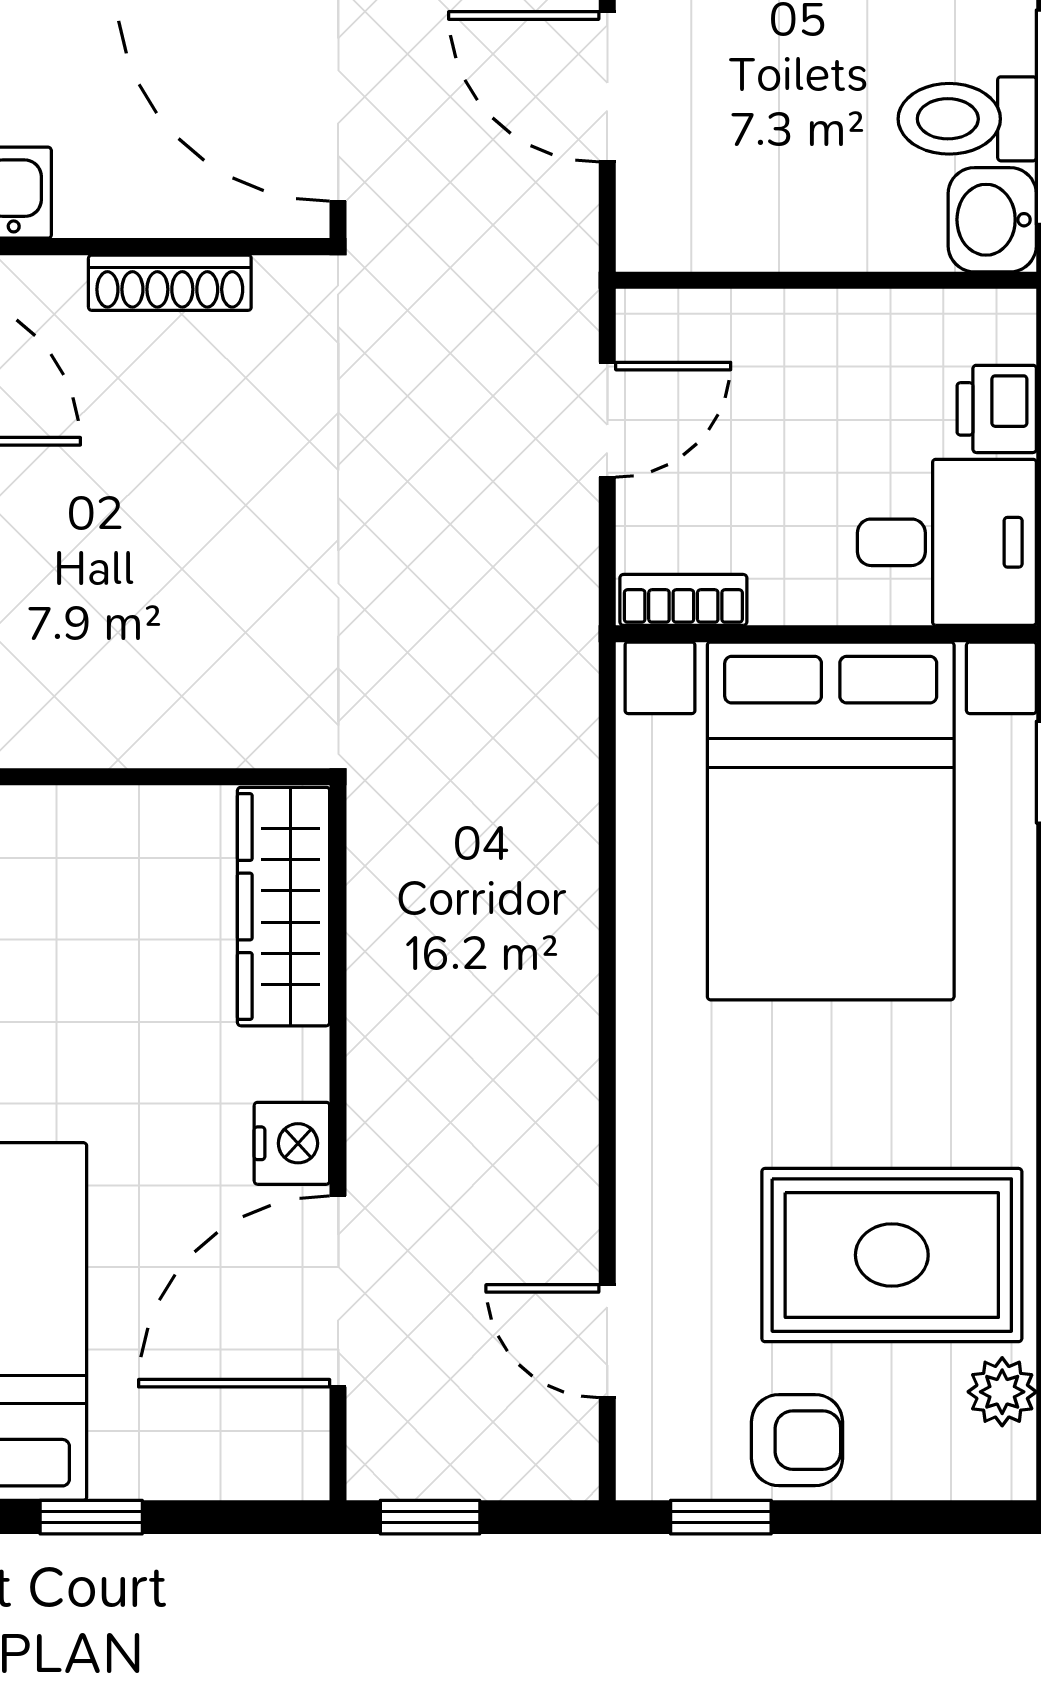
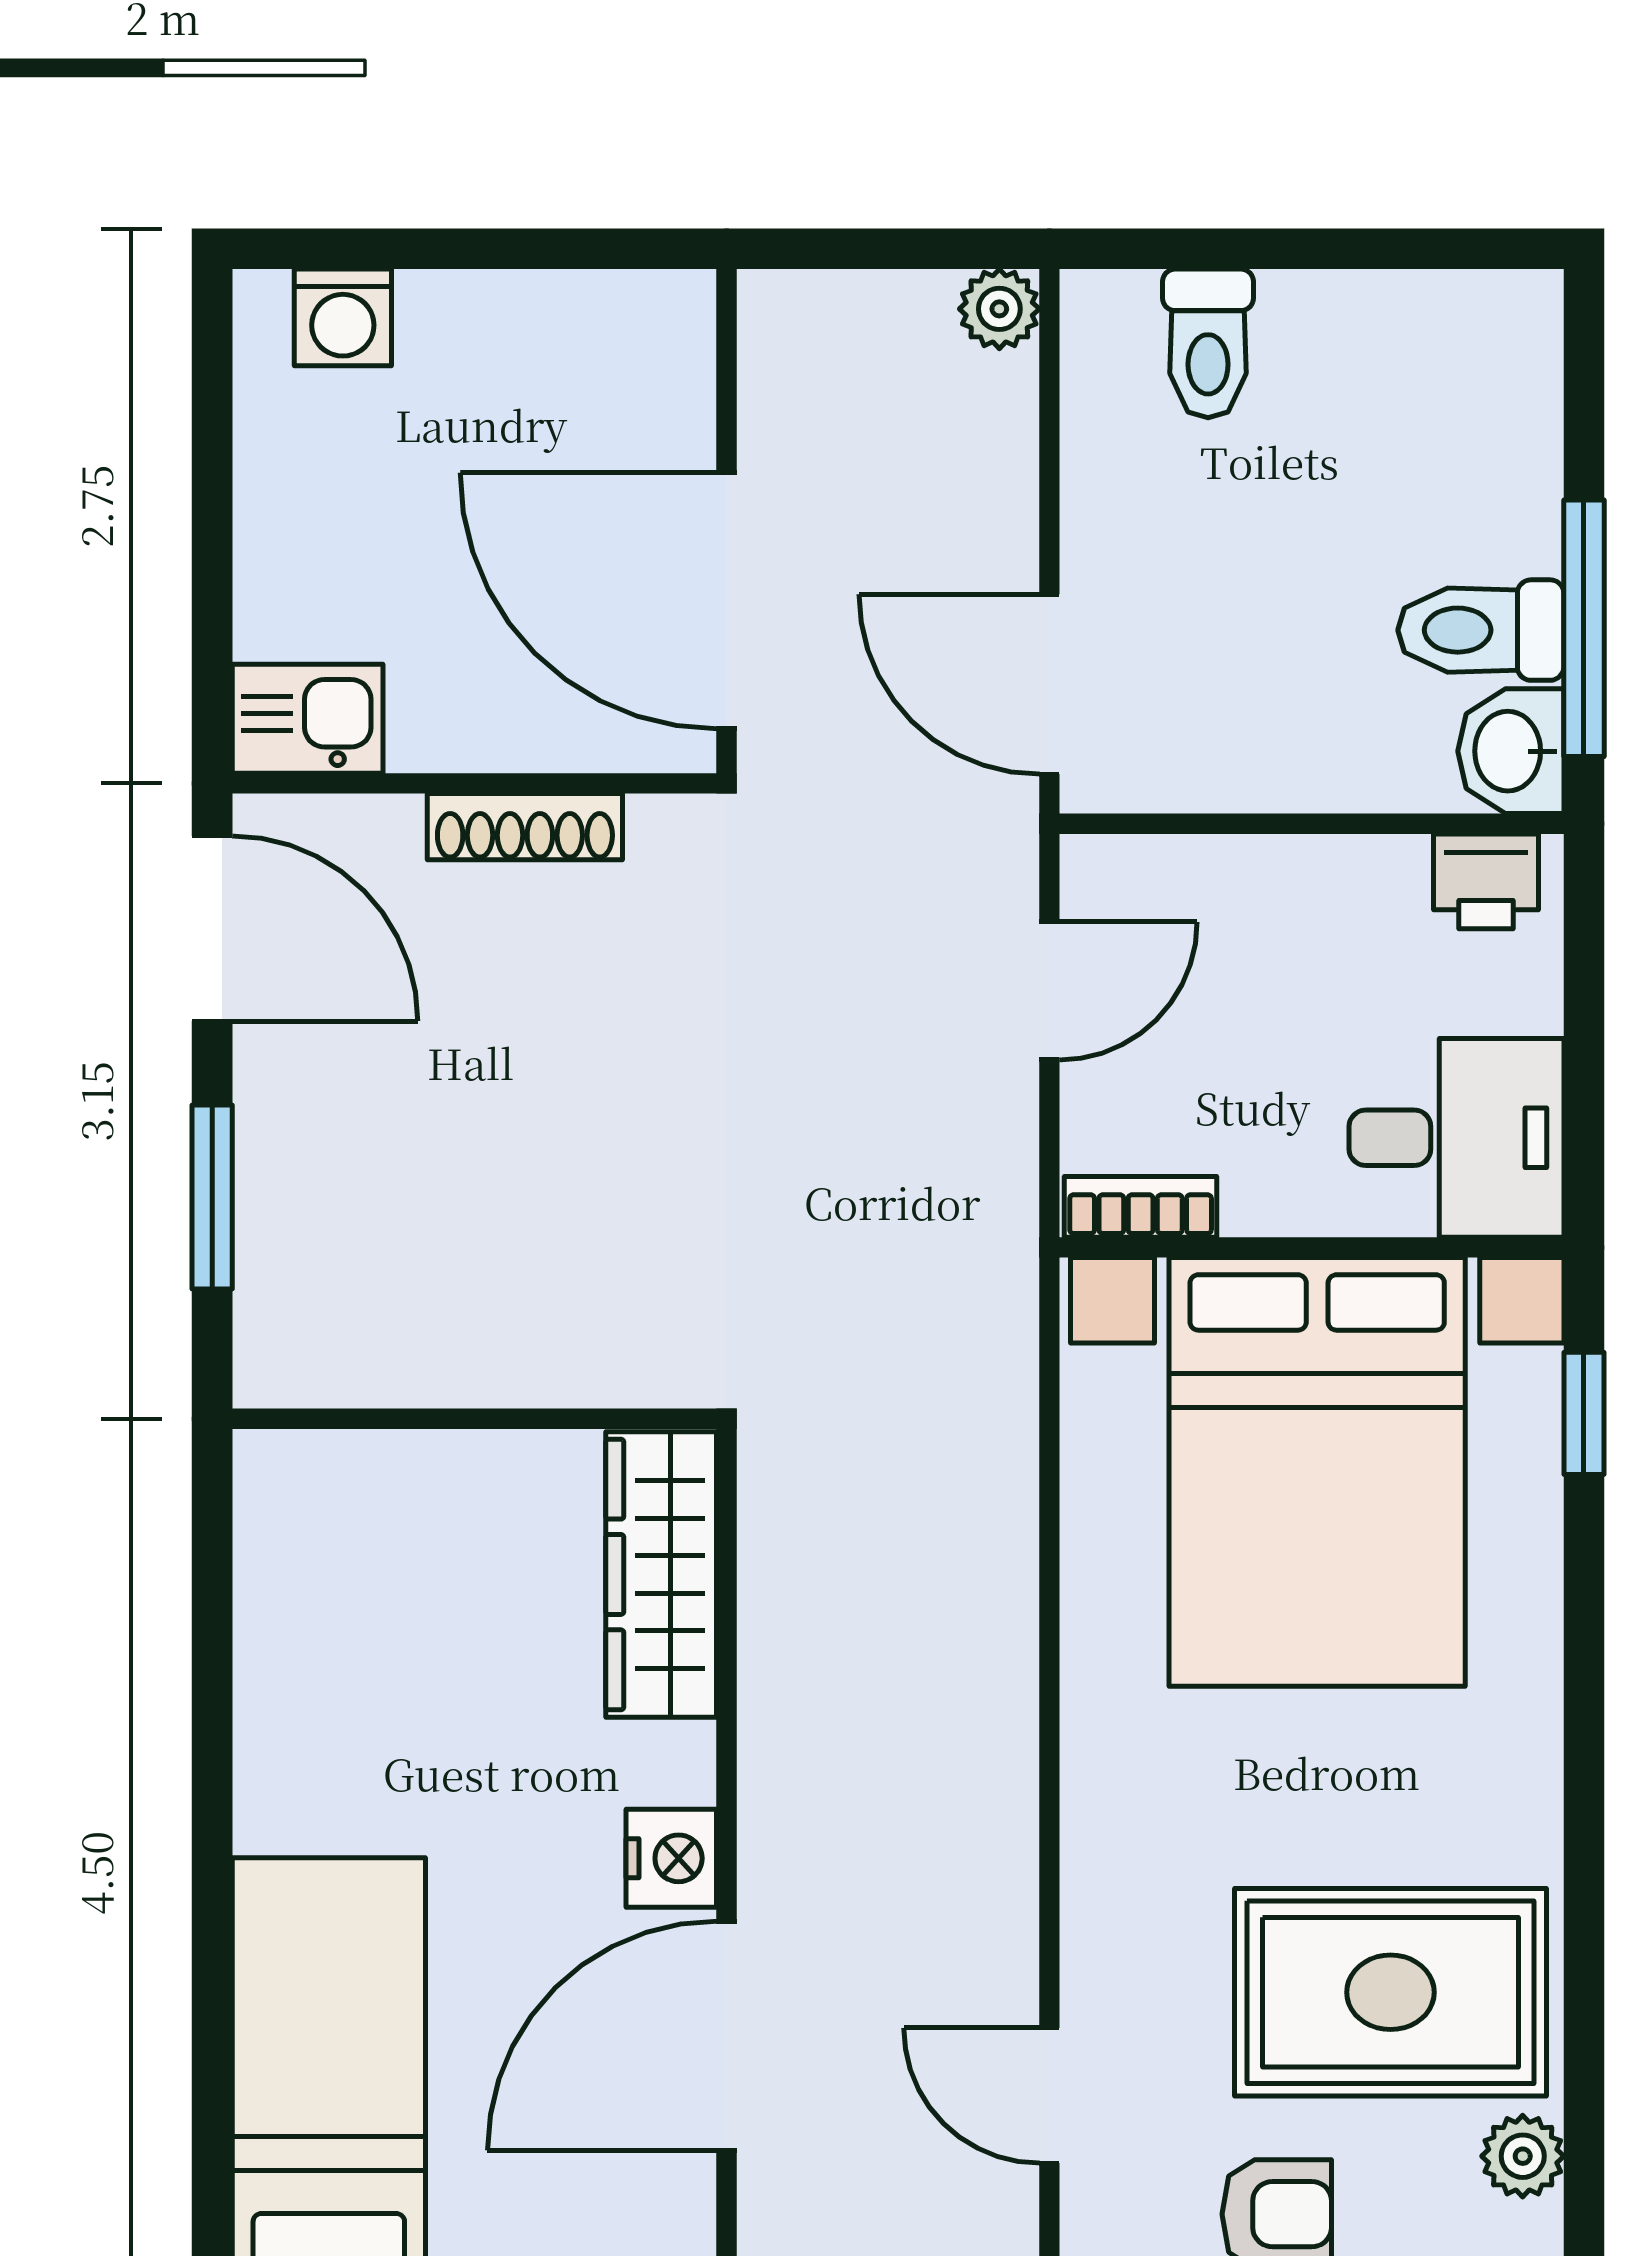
door: (607, 87) -> (1049, 684), moved
printer: (997, 409) -> (1486, 881), moved, turned -90

